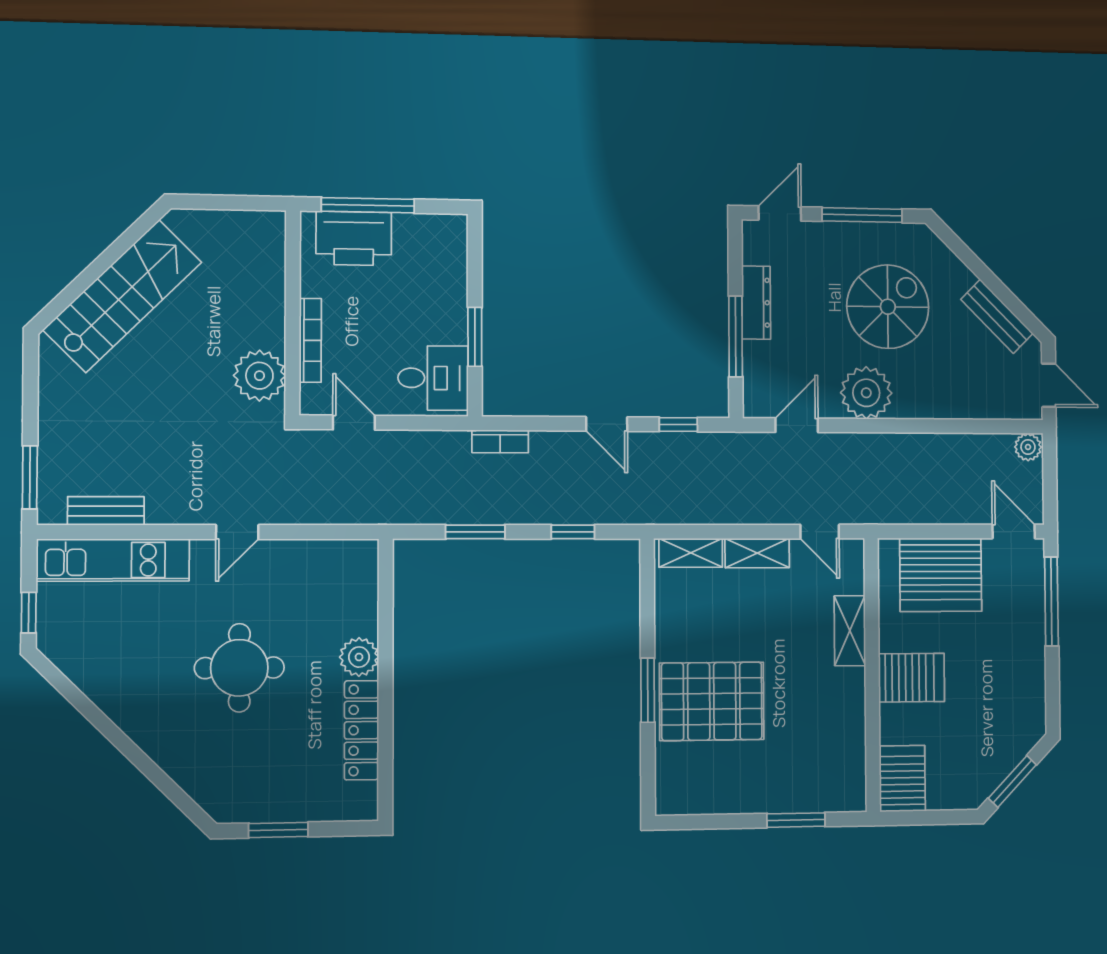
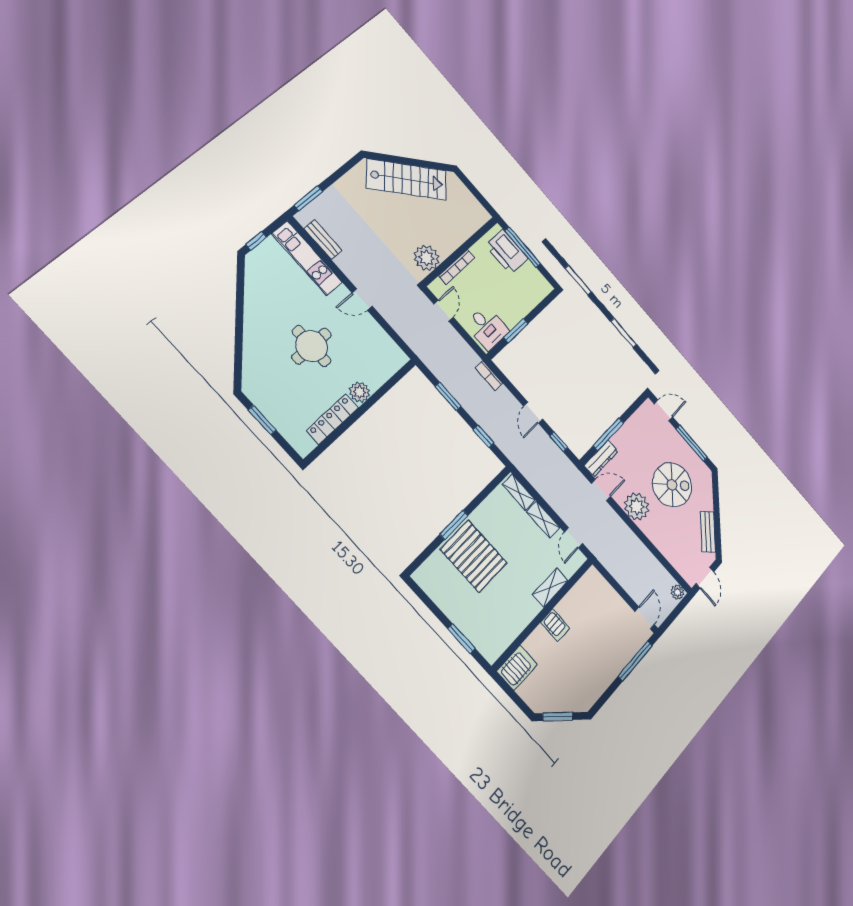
dresser: (756, 303) -> (601, 458), moved
server rack: (941, 575) -> (603, 604), removed
server rack: (912, 678) -> (555, 625), width x0.73, depth x0.70

